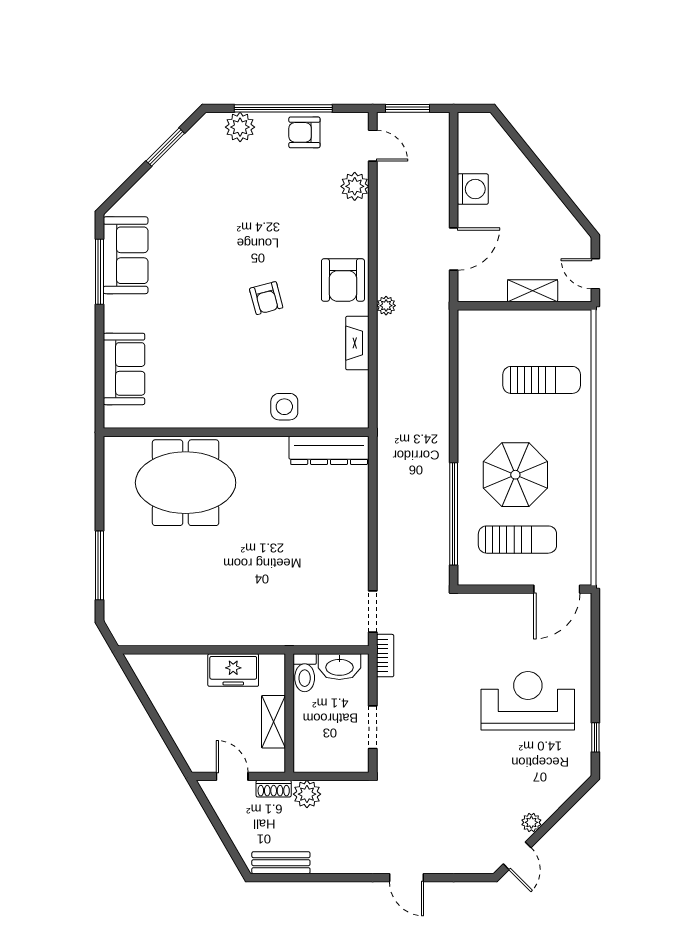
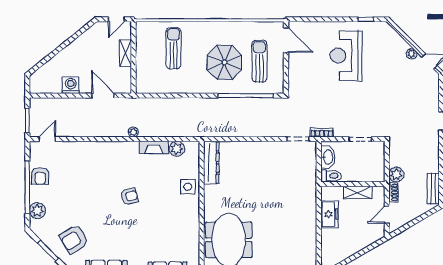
plant: (355, 186) -> (177, 149), moved
armchair: (343, 280) -> (74, 239), moved, turned 148

